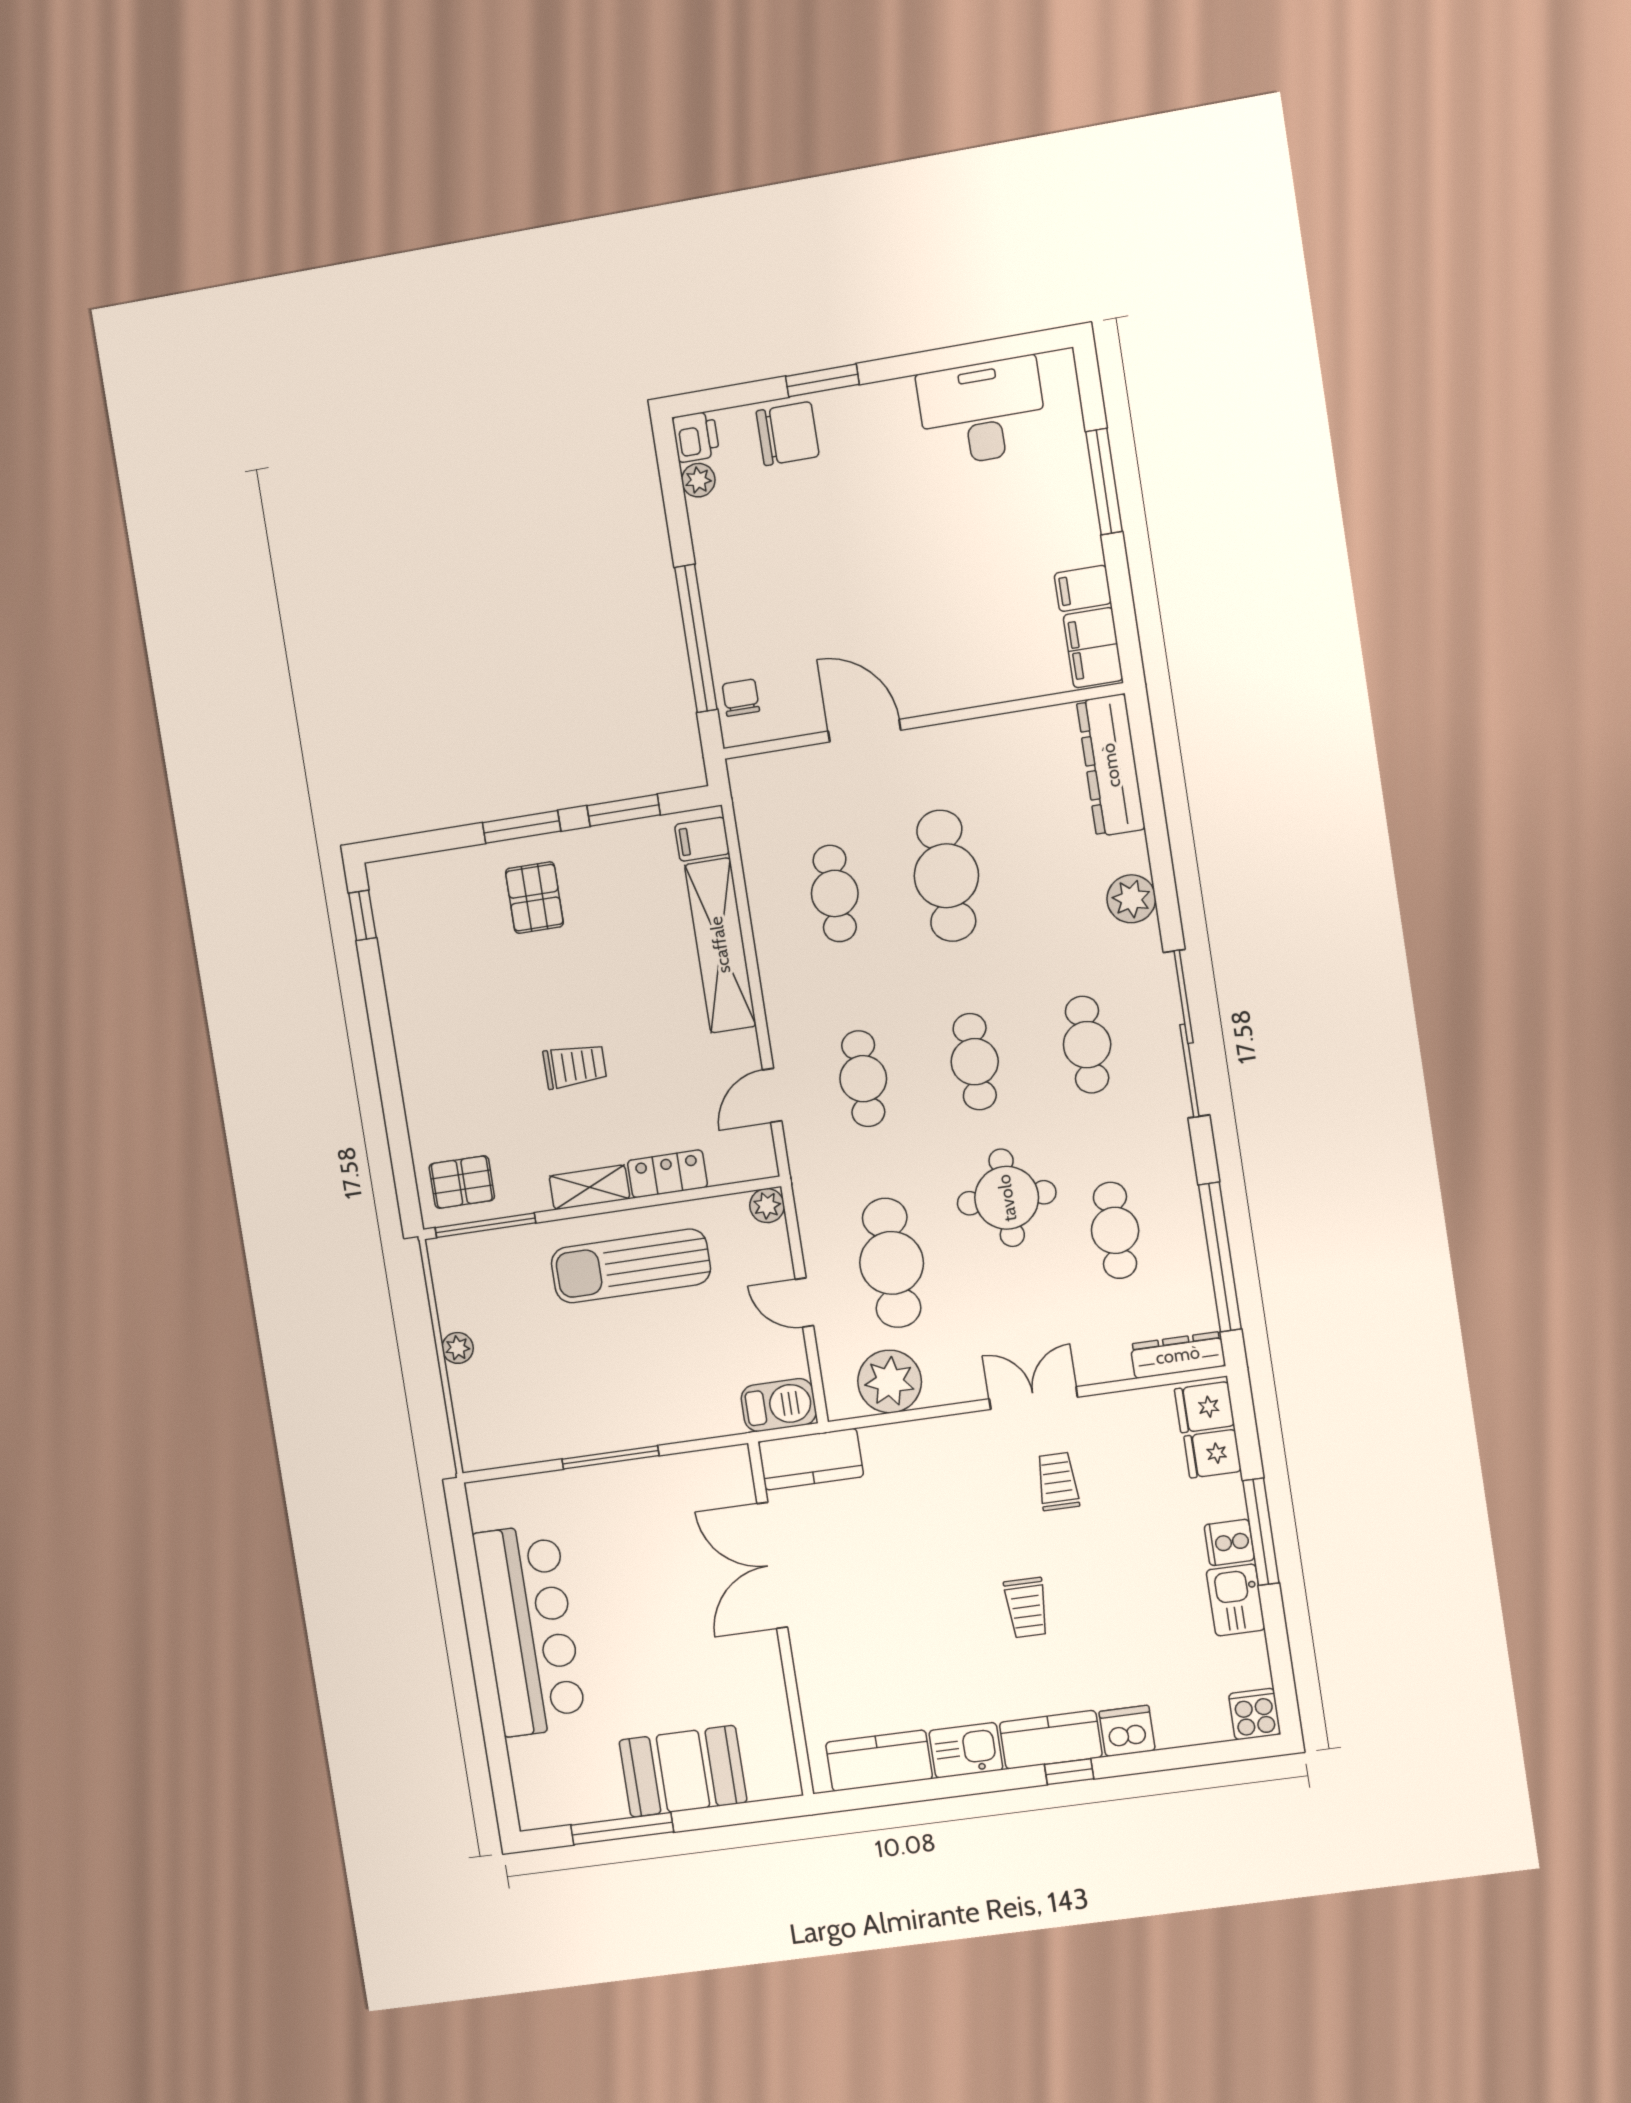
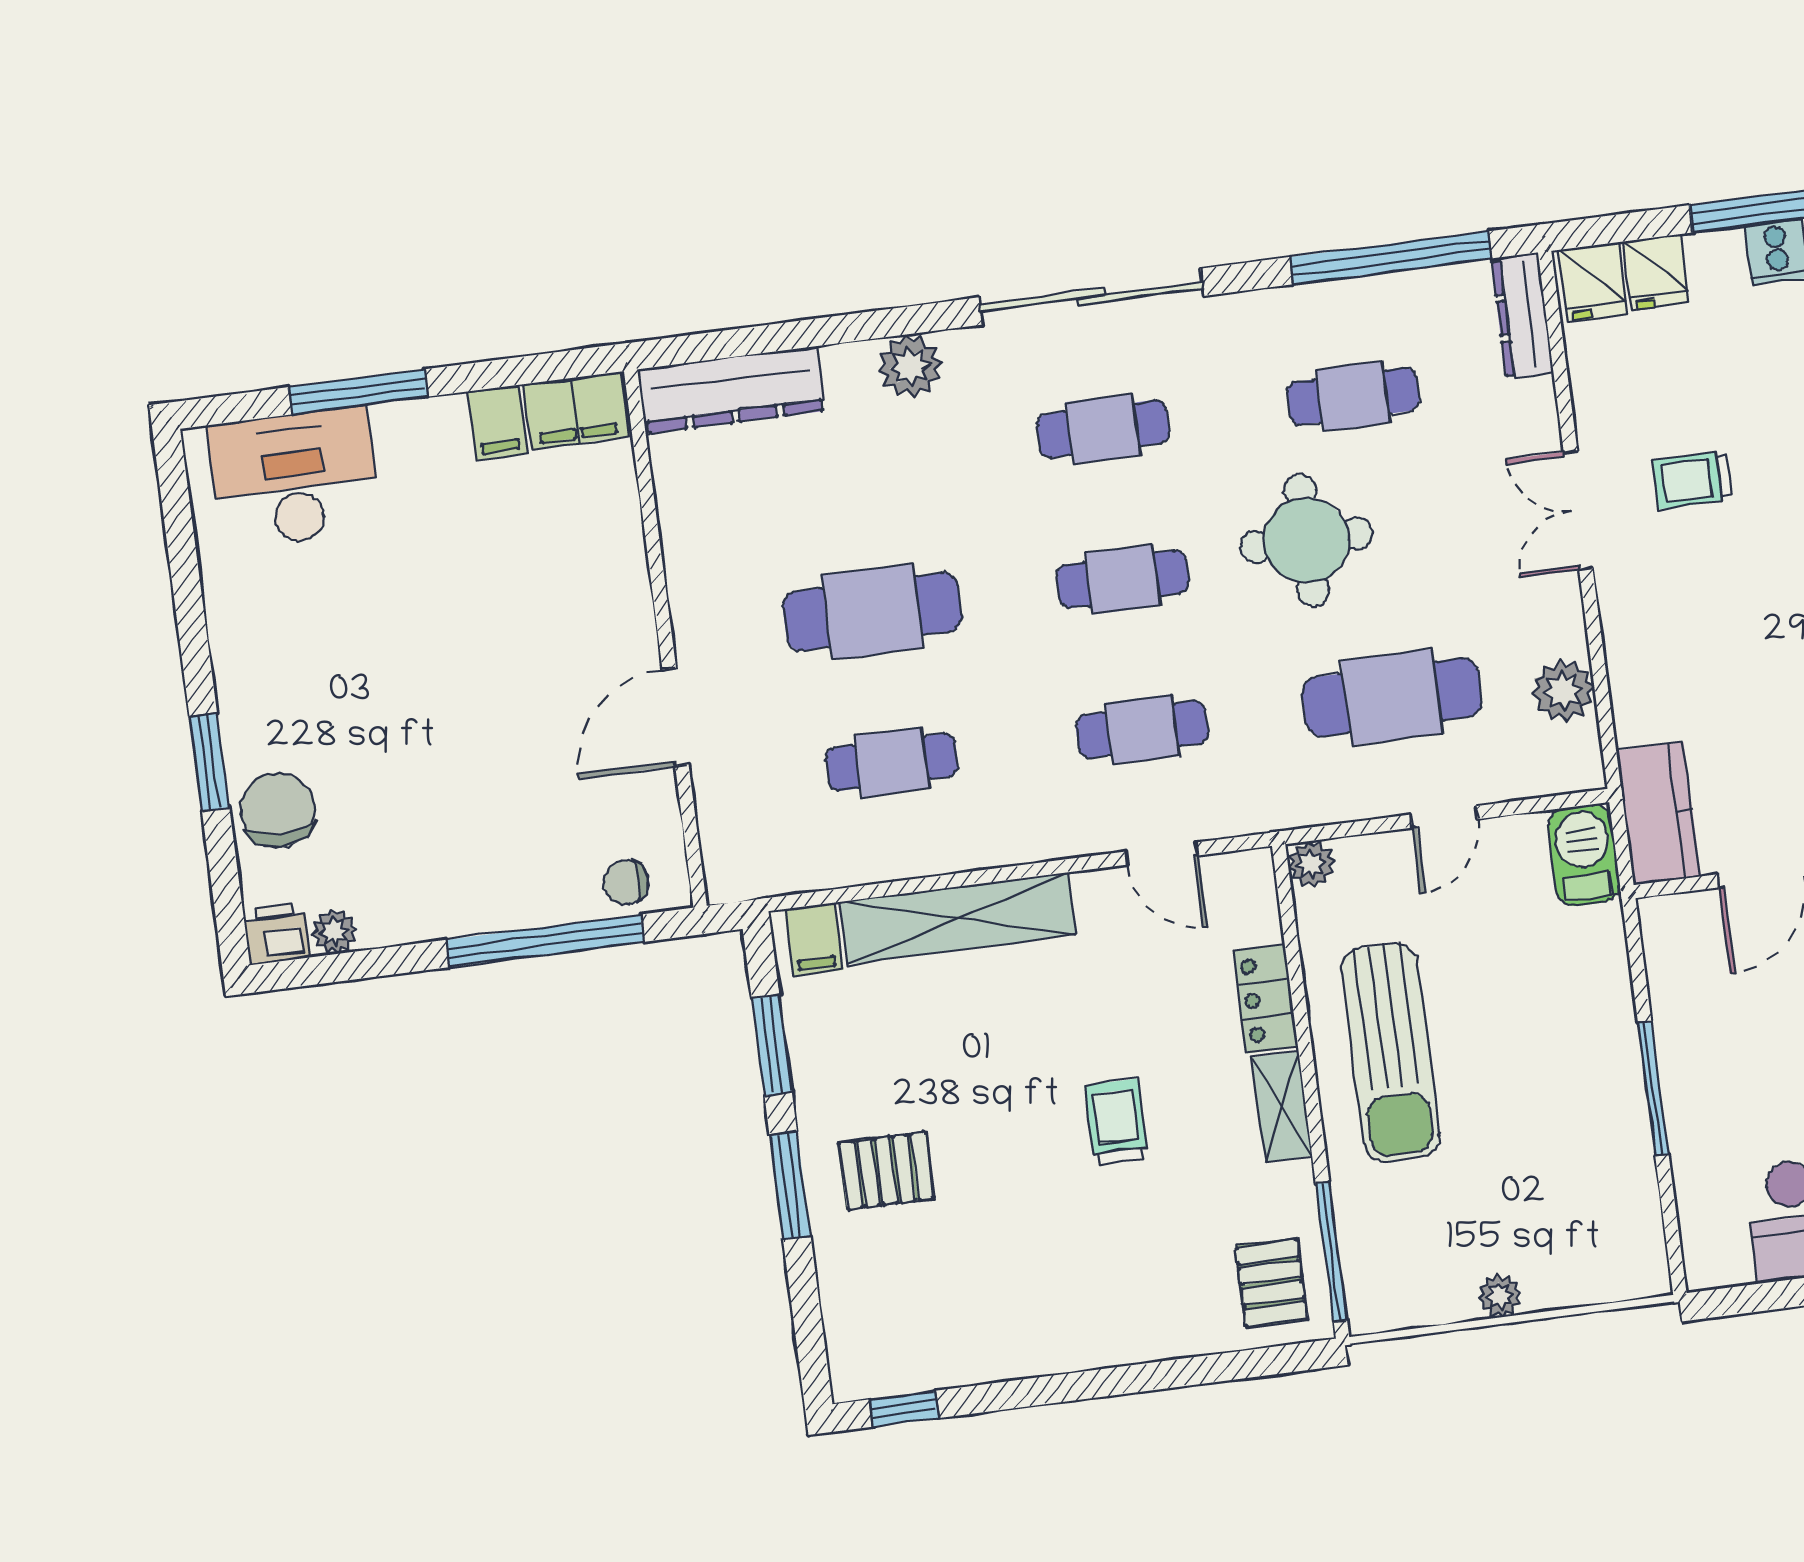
desk: (982, 412) -> (294, 478), moved, turned 90
plant: (890, 1381) -> (1563, 691), width x0.73, depth x0.73

